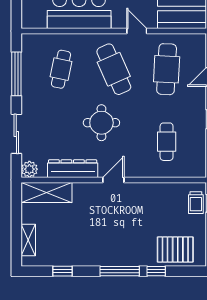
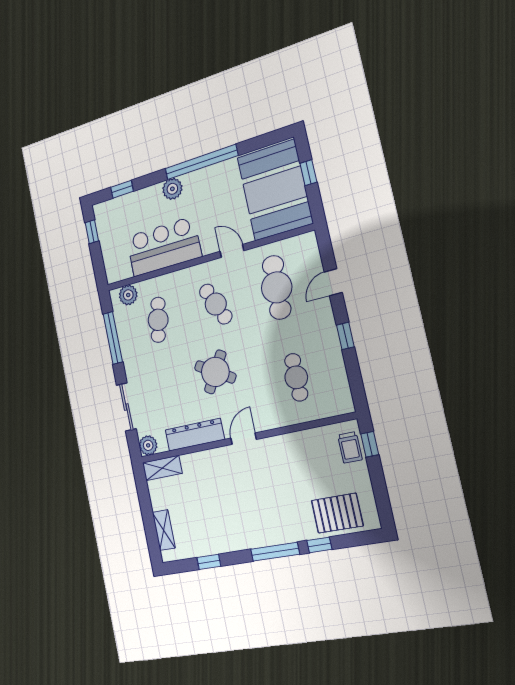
plant: (39, 42) -> (128, 295), added
cafe table: (114, 69) -> (216, 304), width x0.73, depth x0.74
round table: (101, 123) -> (215, 372), turned 31
shelving: (47, 192) -> (162, 468), width x0.67, depth x0.75

